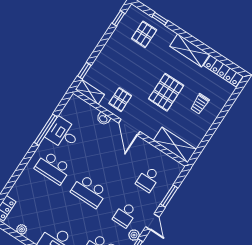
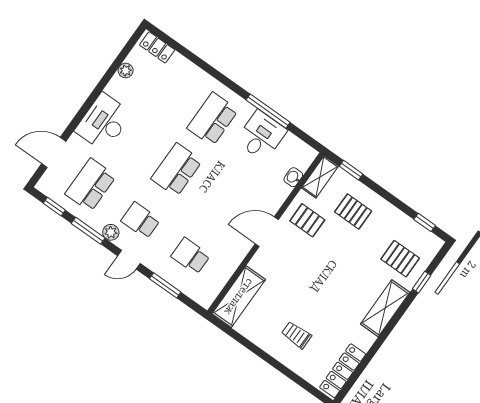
shelving: (190, 50) -> (385, 308), moved
pallet: (166, 92) -> (353, 211), moved, width x0.67, depth x0.71
washbasin: (103, 119) -> (293, 177), moved

